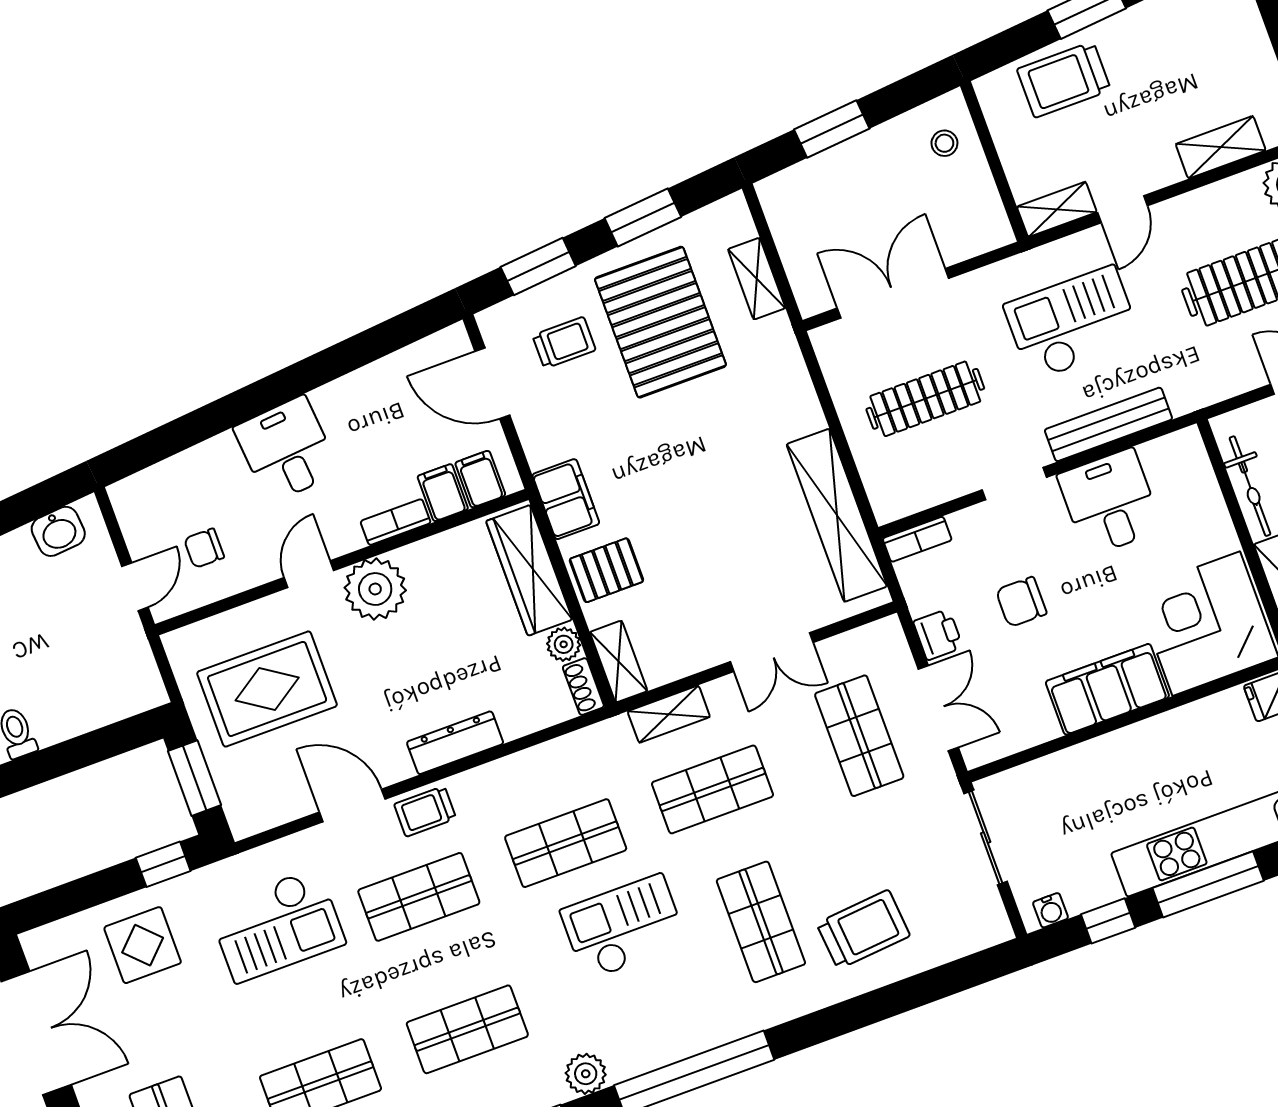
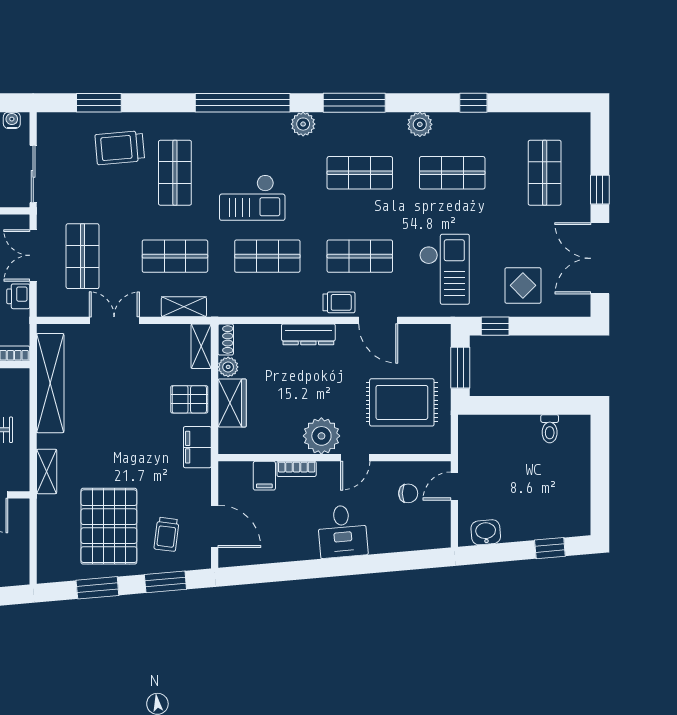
shelving: (757, 279) -> (47, 471), moved
trolley: (564, 343) -> (167, 534), turned -83
filing cabinet: (480, 479) -> (241, 476), removed
wardrobe: (529, 570) -> (232, 403), width x0.67
checkout: (277, 925) -> (444, 269), turned 90
window: (922, 989) -> (99, 103), added

